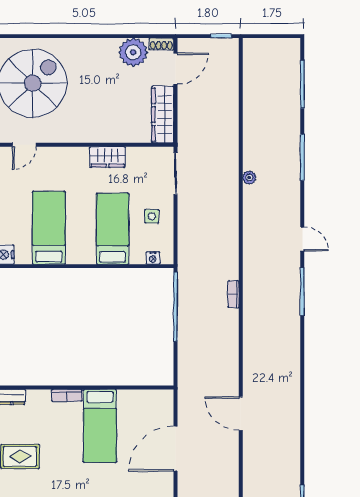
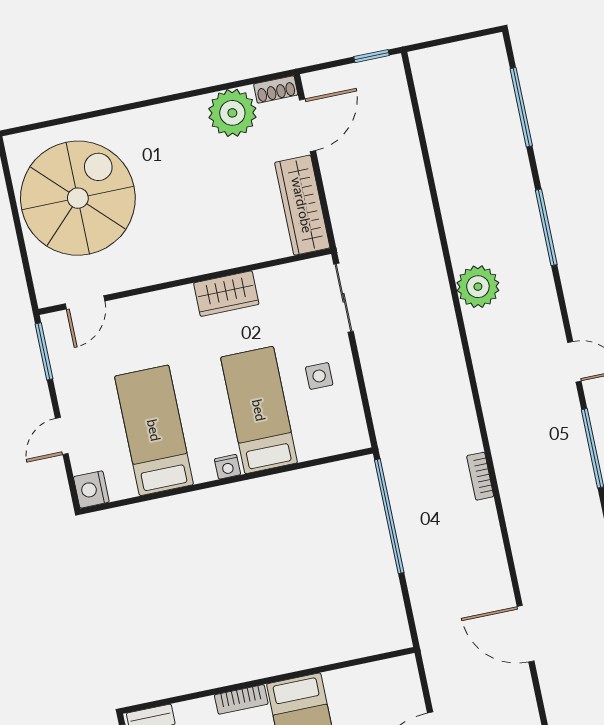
plant: (249, 178) -> (478, 287), width x1.87, depth x1.87
nightstand: (153, 258) -> (228, 467), moved
door: (241, 414) -> (526, 634), moved

